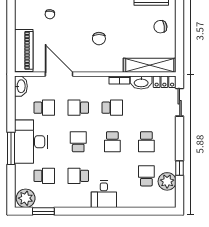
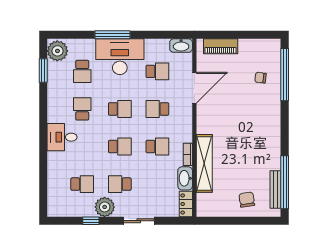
chair: (99, 39) -> (234, 132), removed
piano: (24, 50) -> (221, 46), width x0.73, depth x0.75
shelving: (150, 65) -> (204, 163), moved
sliding door: (180, 102) -> (139, 221), moved
school desk: (44, 108) -> (157, 71), turned -90
school desk: (78, 108) -> (157, 109), turned -90
school desk: (112, 108) -> (157, 147), turned -90
school desk: (112, 142) -> (120, 147), turned 180
plant: (167, 181) -> (105, 207), moved

